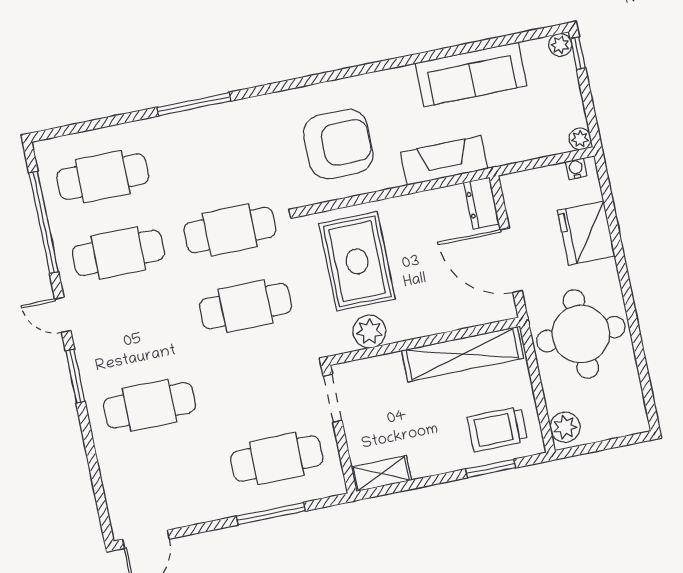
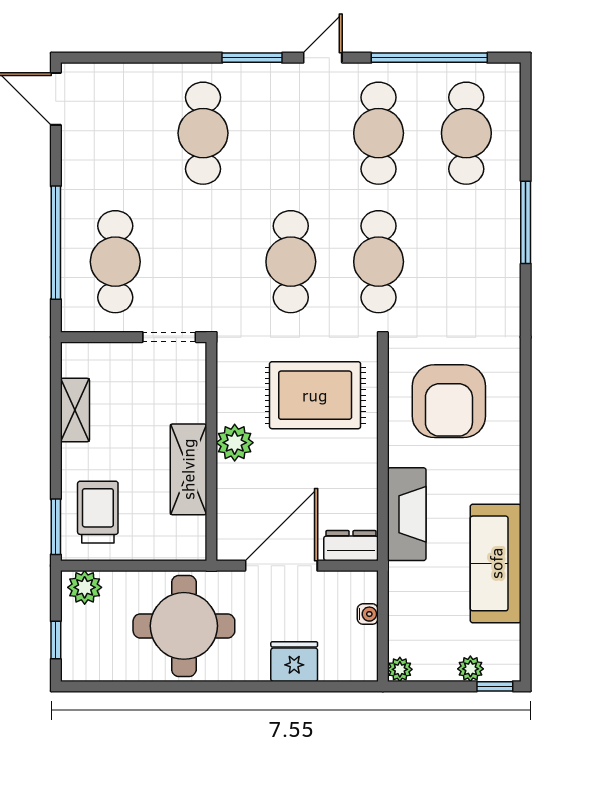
plant: (560, 45) -> (470, 669), moved
window: (194, 104) -> (526, 222), moved
water cooler: (576, 169) -> (368, 614), moved
fridge: (586, 233) -> (294, 662), width x0.73, depth x0.75
plant: (369, 332) -> (235, 443), moved
shelving: (463, 354) -> (188, 469), width x0.68
window: (616, 443) -> (56, 640), added
window: (491, 468) -> (56, 527), moved
shelving: (381, 474) -> (75, 410), moved
window: (271, 514) -> (56, 243), width x1.46

